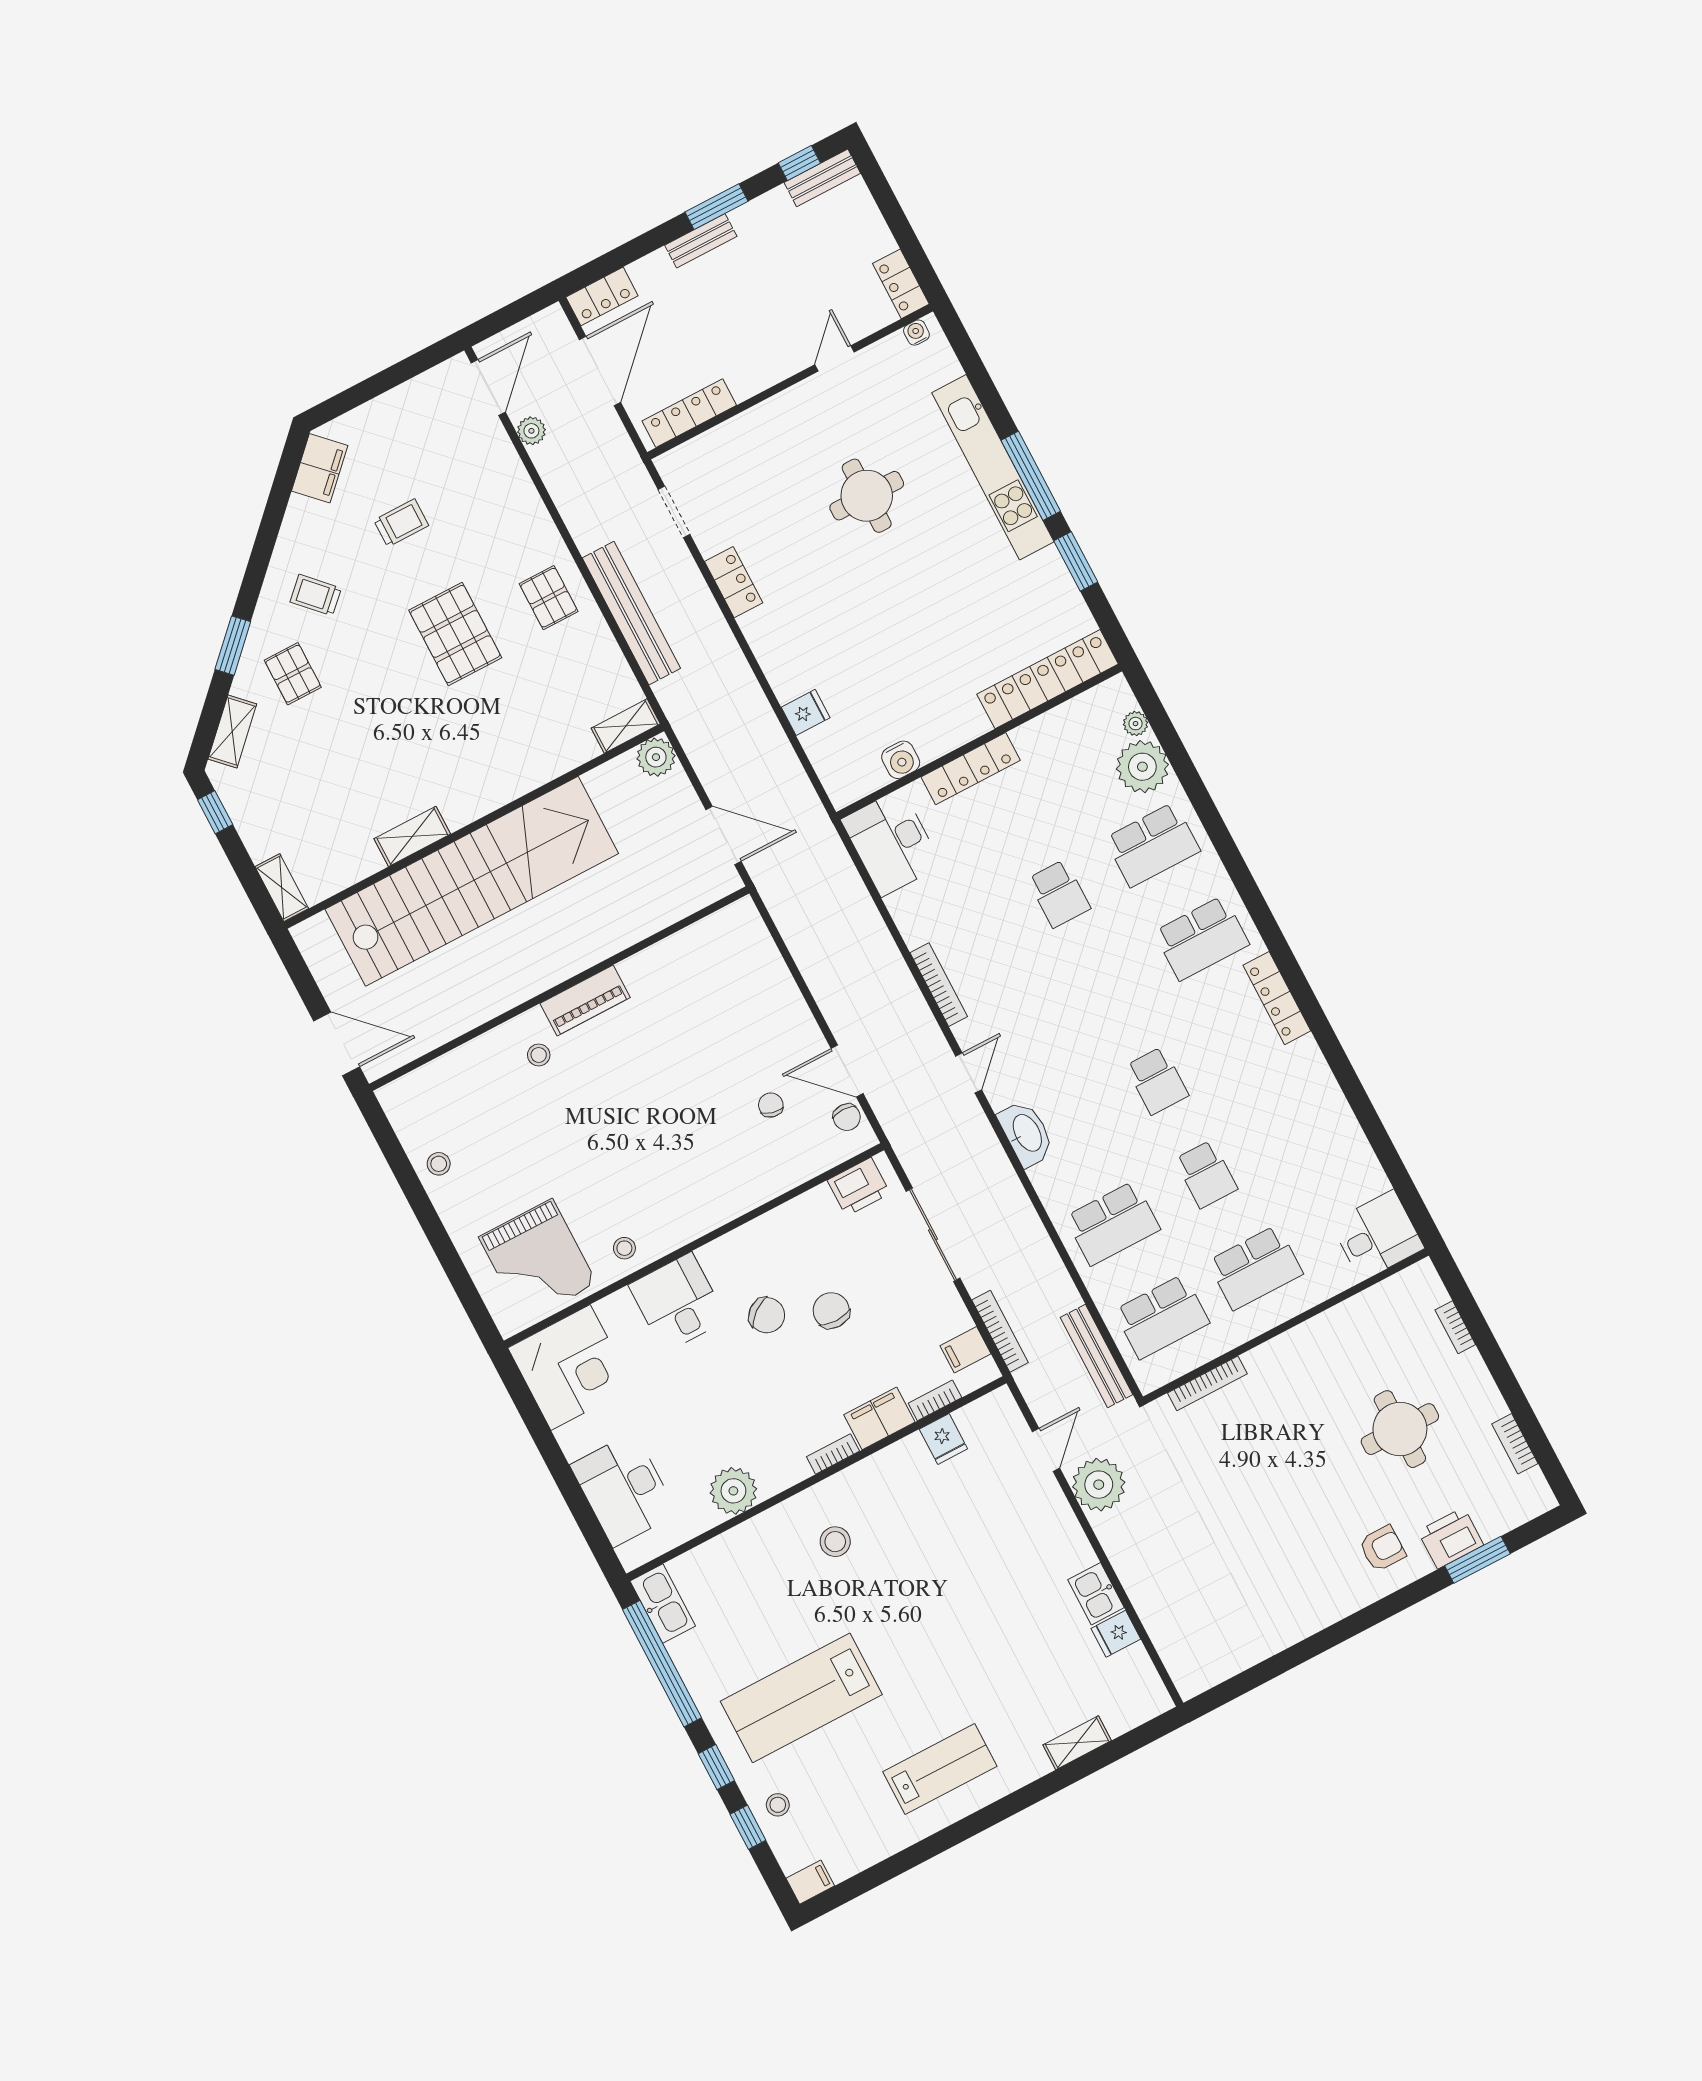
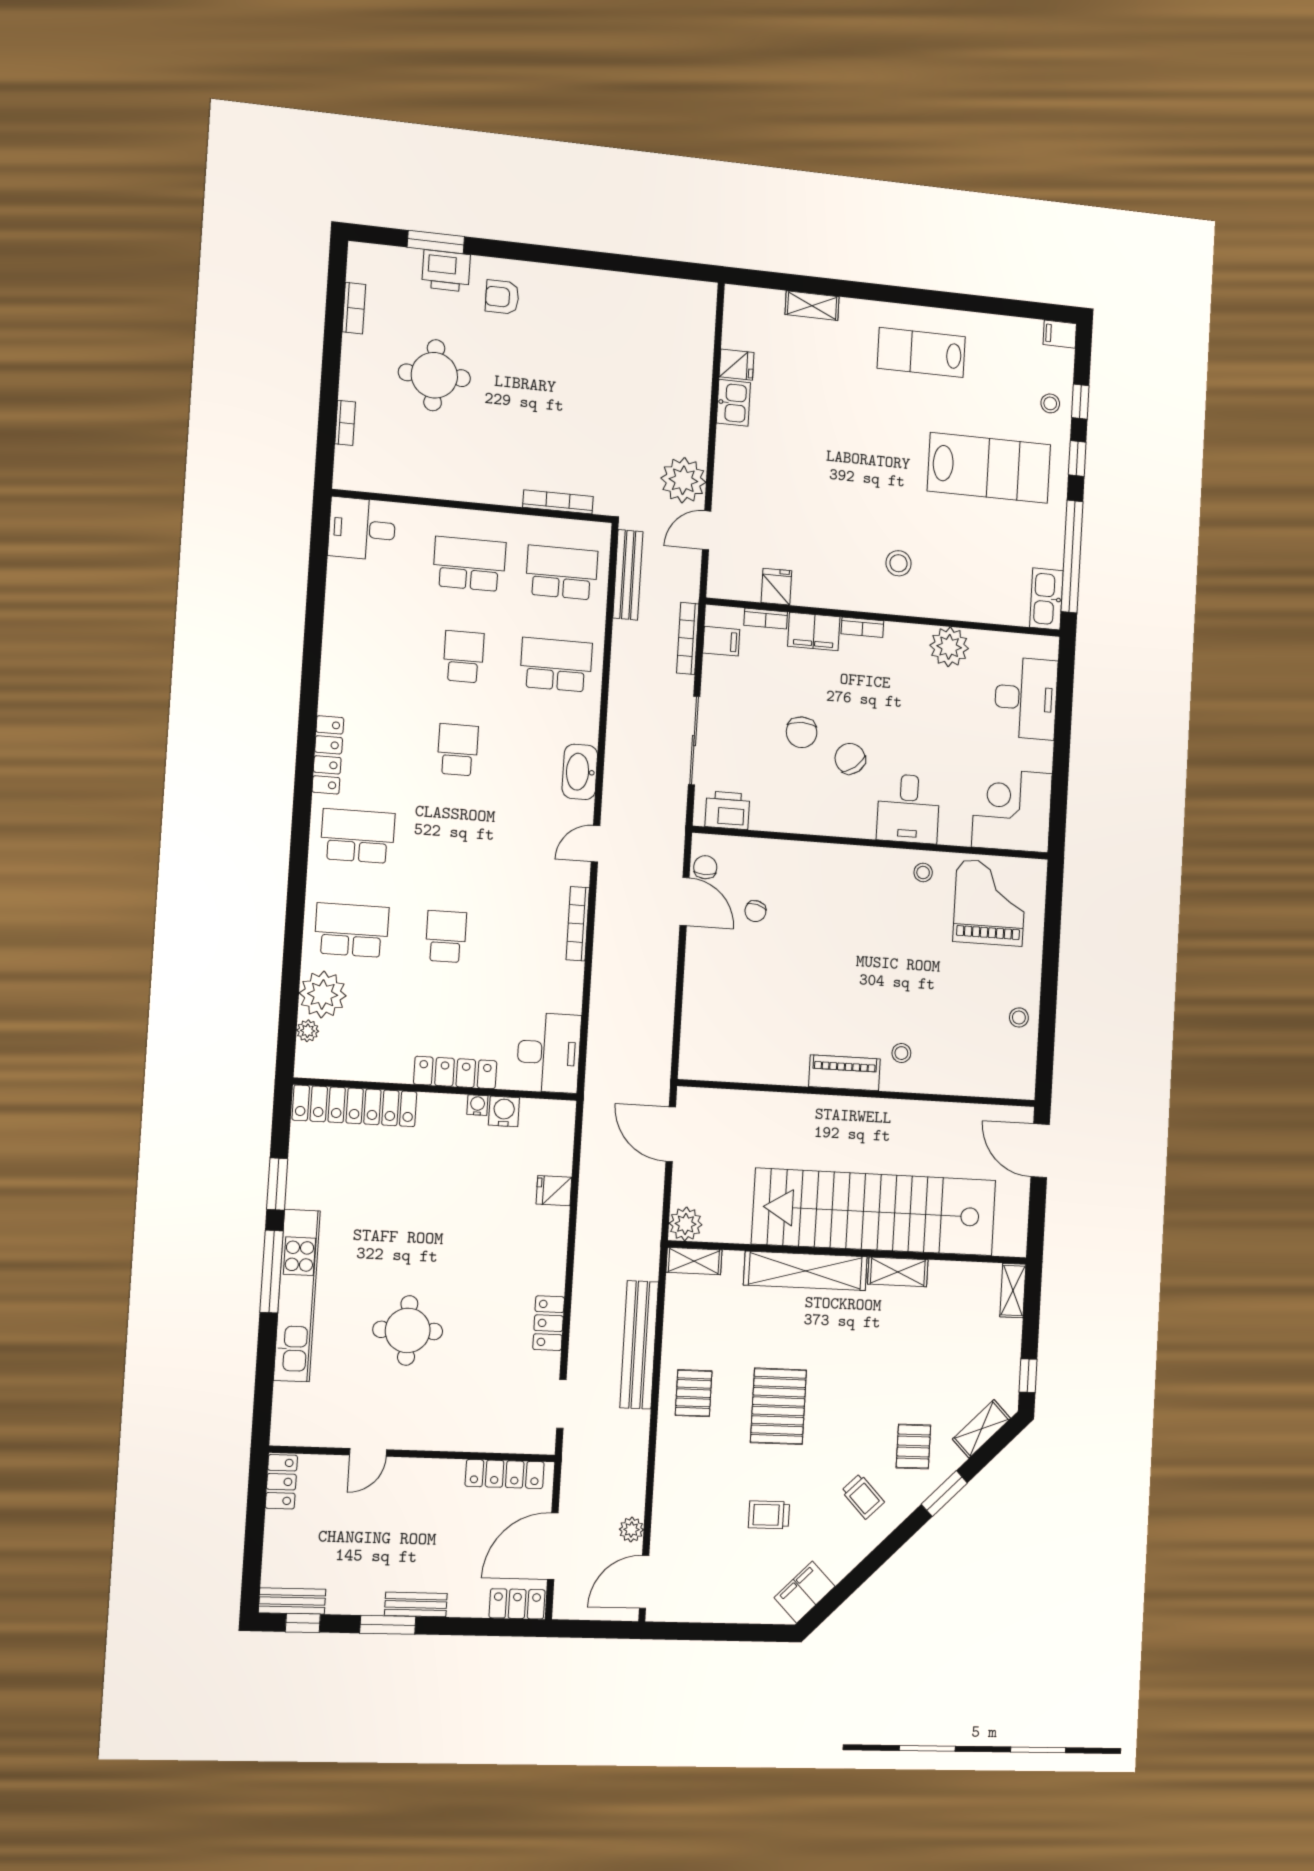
water cooler: (916, 333) -> (477, 1105), moved, turned 180
shelving: (507, 782) -> (805, 1271), added

